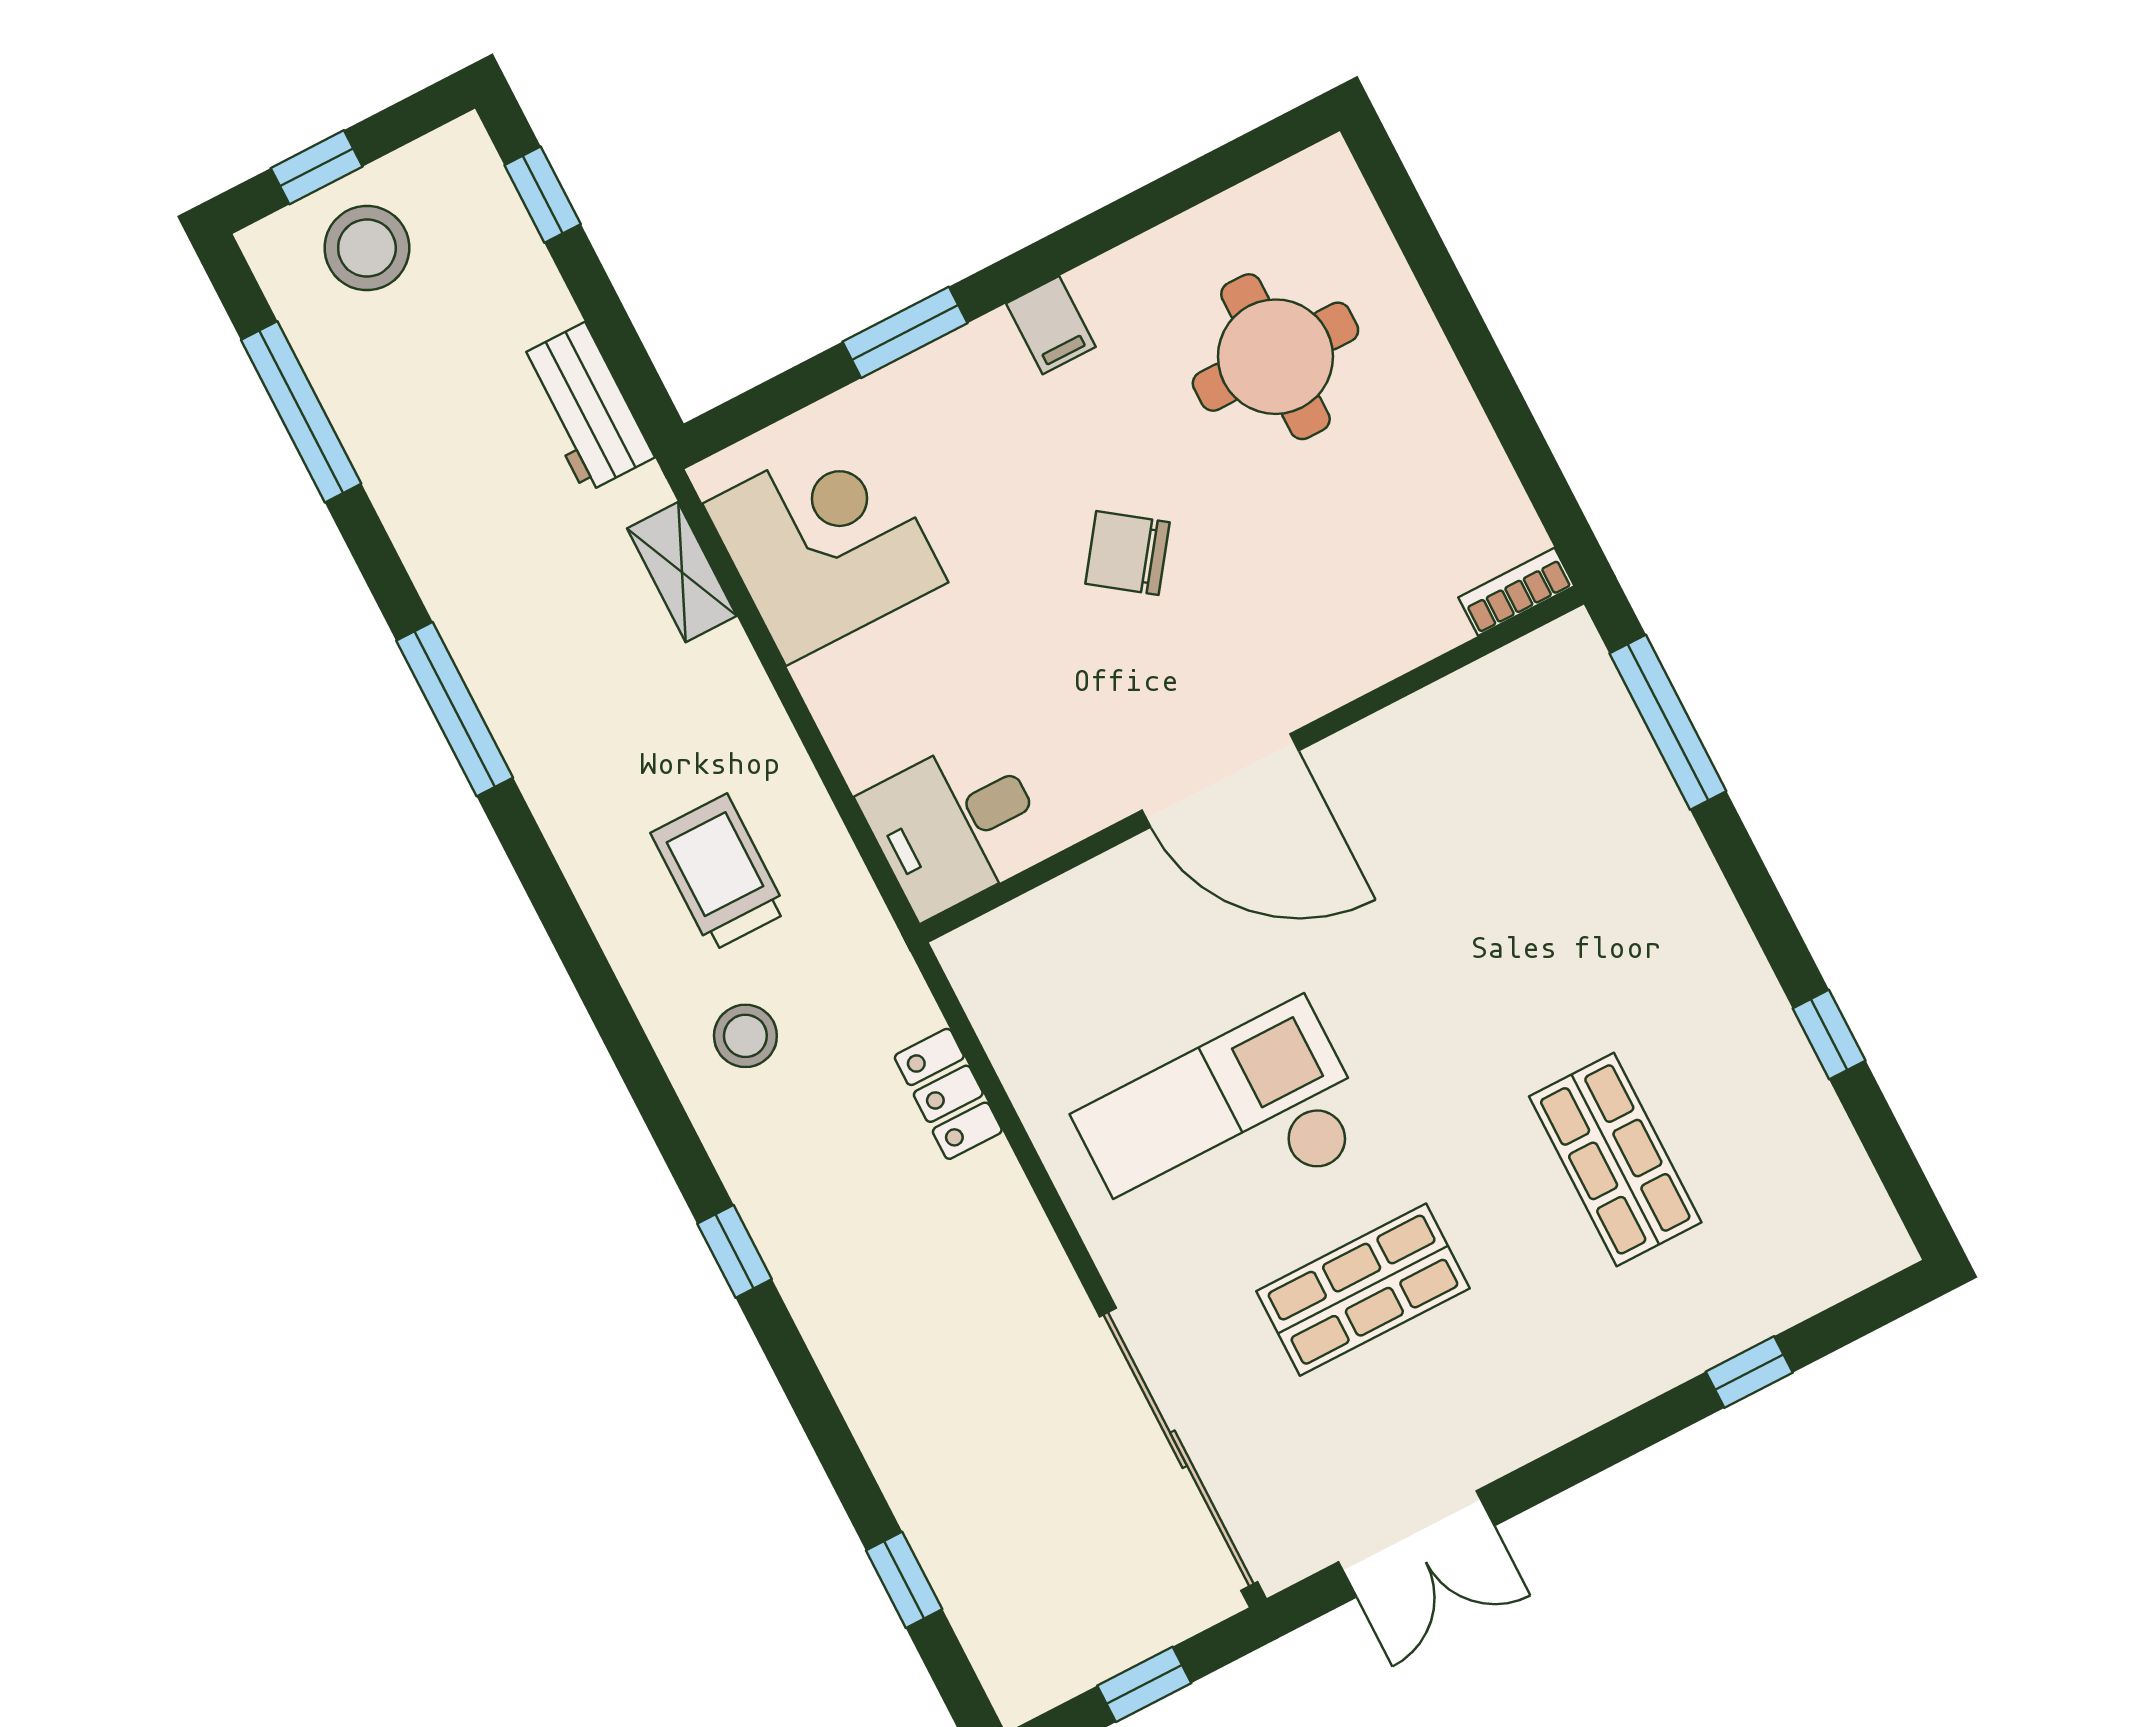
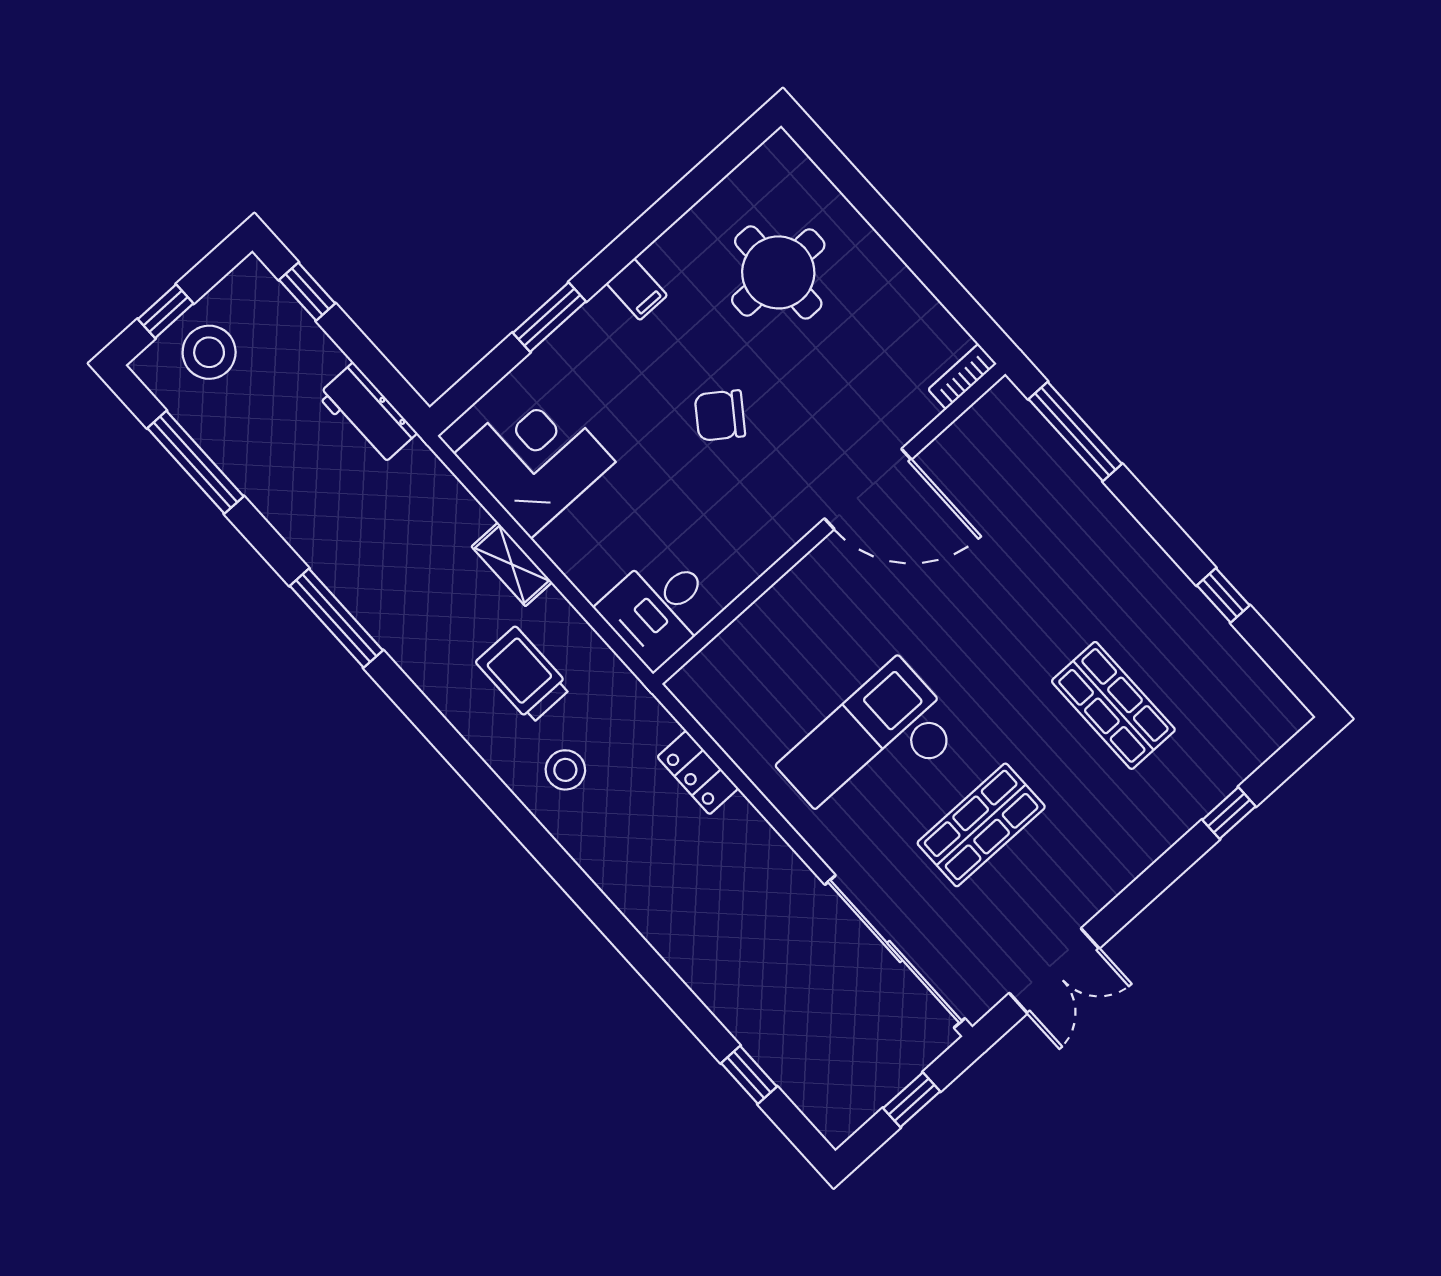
shelving: (682, 572) -> (512, 564), moved
door: (1220, 781) -> (868, 489), moved
window: (735, 1251) -> (593, 903), removed

